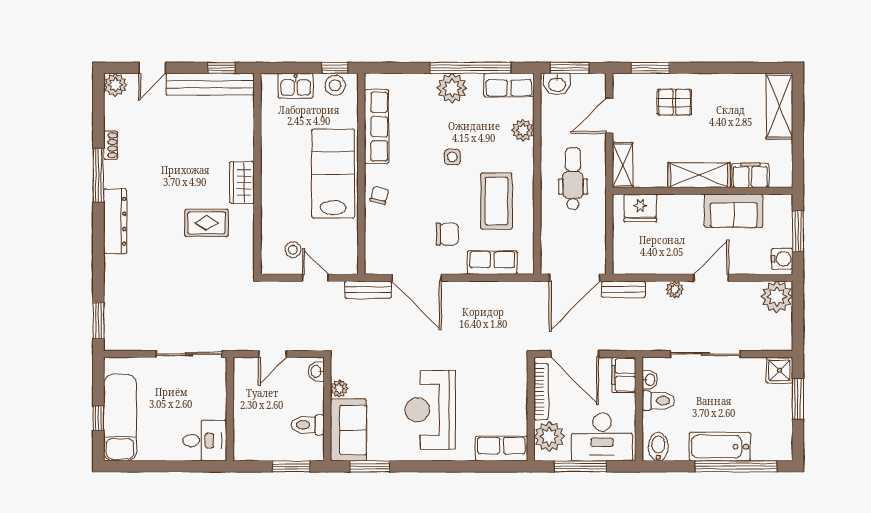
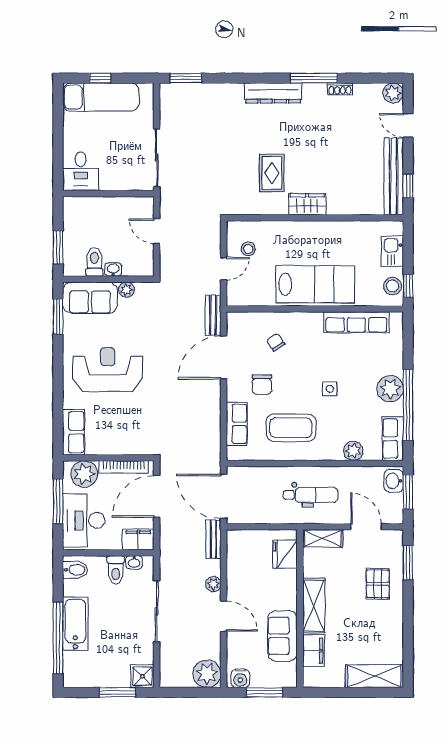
chair: (379, 195) -> (276, 342), moved, turned -138
washbasin: (316, 371) -> (113, 270), moved

